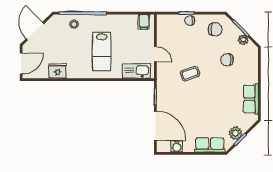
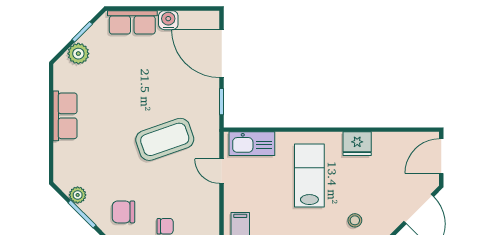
chair: (227, 60) -> (104, 162), removed
fridge: (57, 71) -> (357, 144), moved
coffee table: (190, 74) -> (165, 139), width x1.86, depth x1.72
row of seats: (251, 99) -> (65, 116), moved
plant: (236, 133) -> (78, 54), moved
water cooler: (177, 146) -> (168, 20), moved

